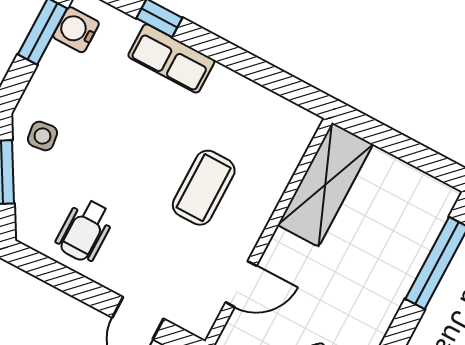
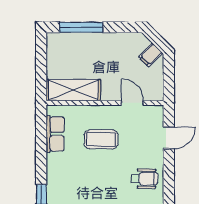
row of seats: (171, 58) -> (55, 134), moved

